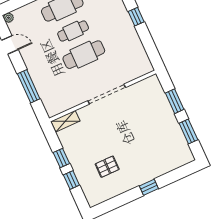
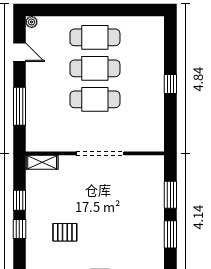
cafe table: (73, 31) -> (95, 68), width x1.37, depth x1.35

